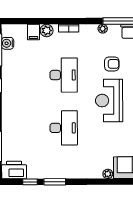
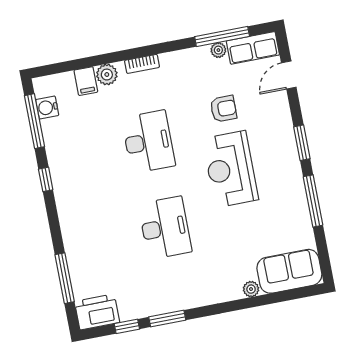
plant: (103, 29) -> (218, 50), moved

